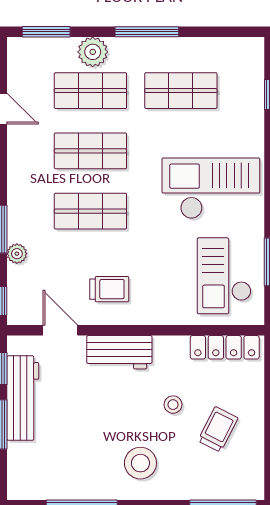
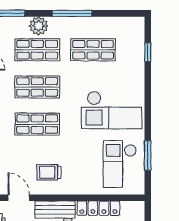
checkout: (211, 188) -> (112, 110), turned 180
trolley: (109, 289) -> (49, 172), turned 180
locker: (225, 347) -> (98, 208), moved

